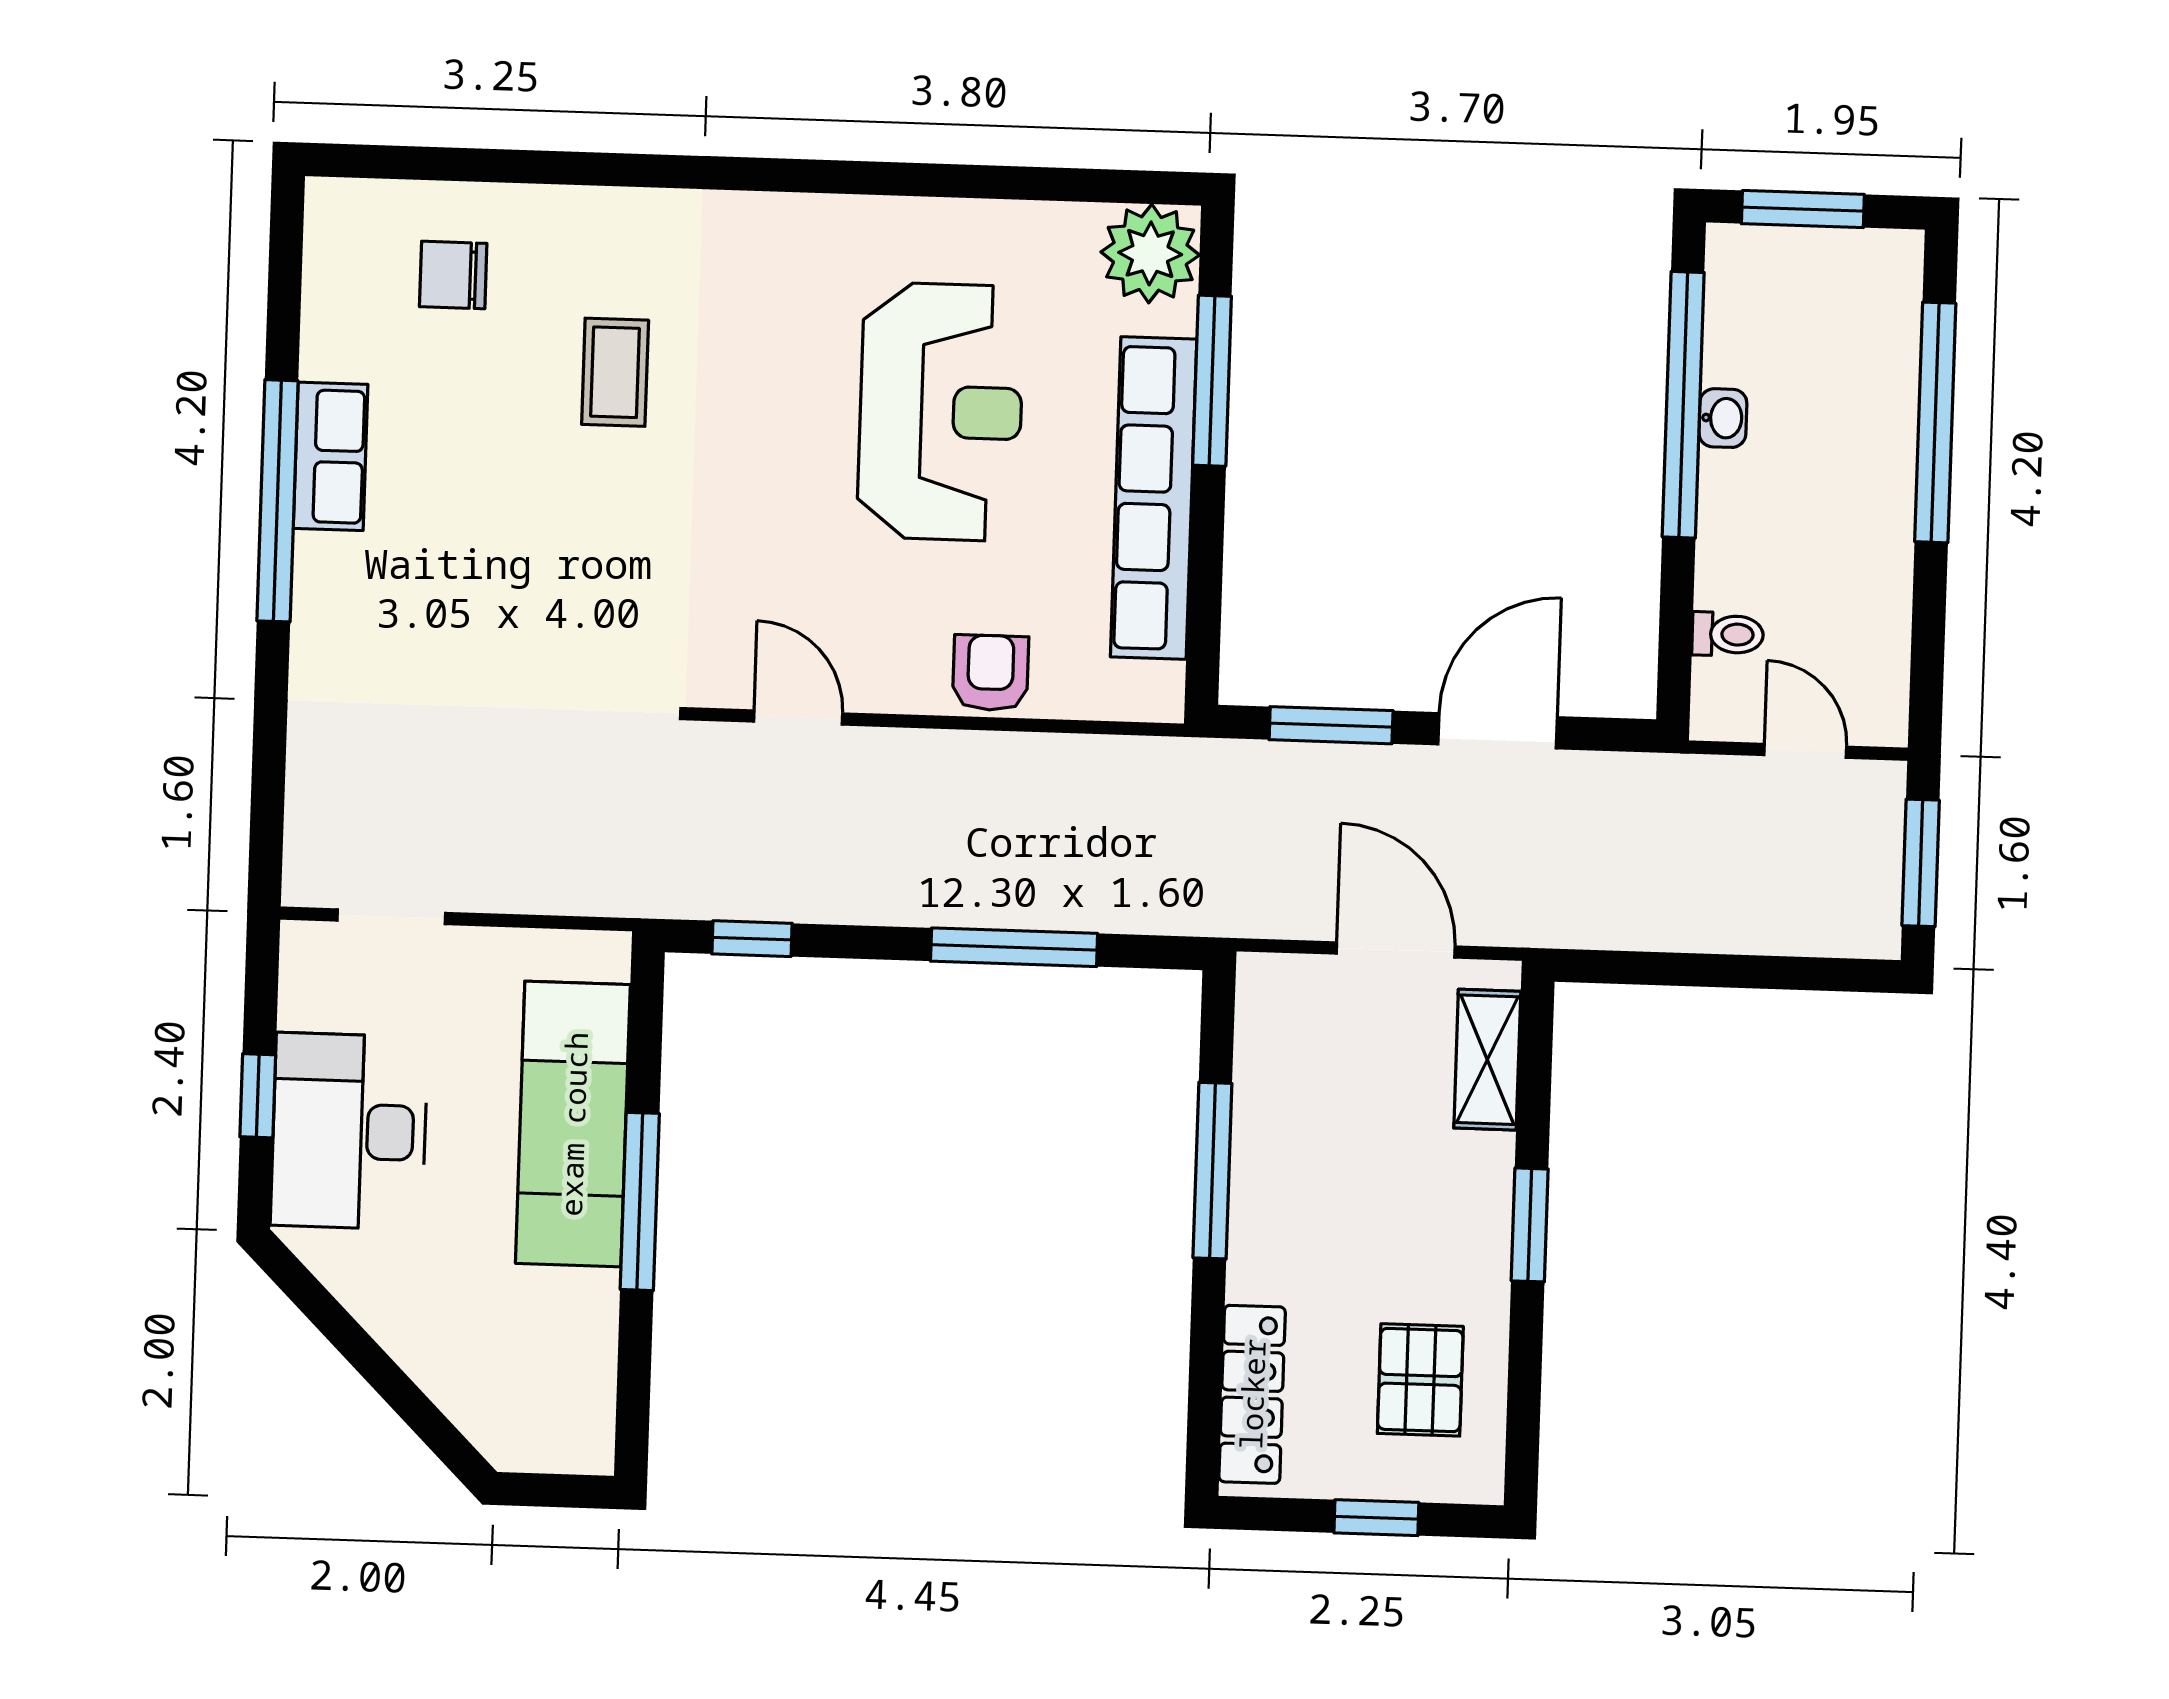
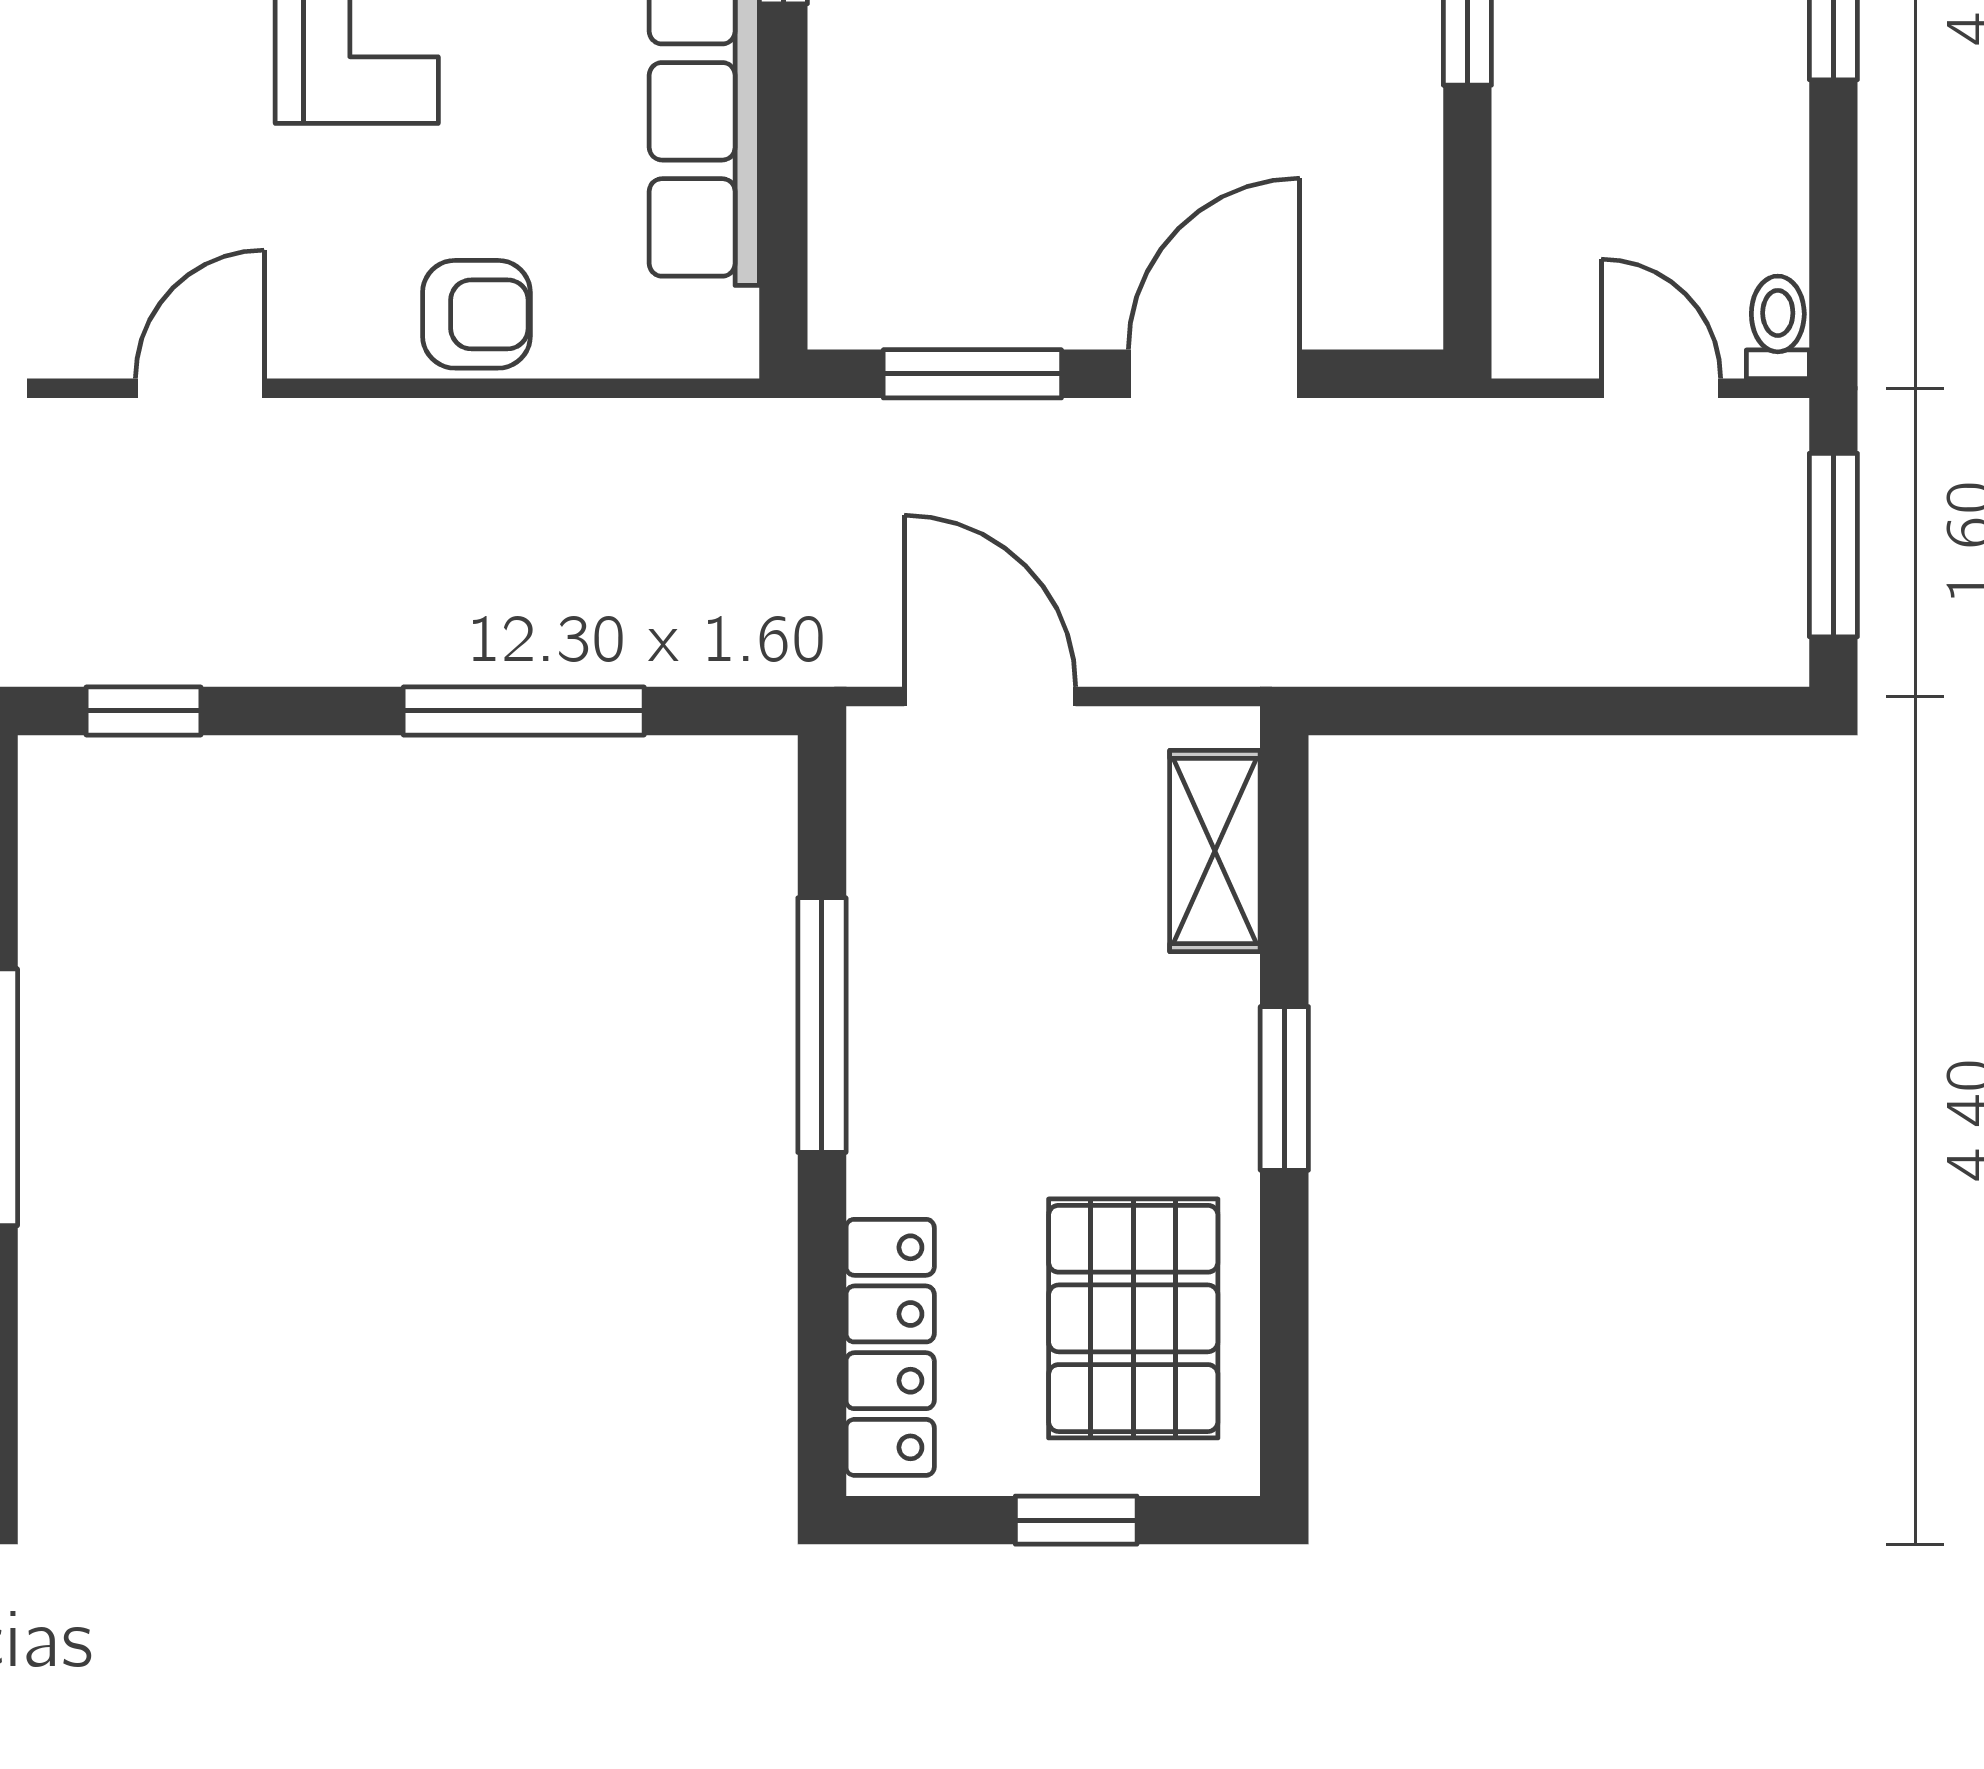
toilet: (1728, 634) -> (1778, 327), moved, turned -90
armchair: (991, 673) -> (476, 314), turned 90
door: (798, 717) -> (200, 388), hinge flipped
door: (1396, 950) -> (990, 697), moved
pallet: (1420, 1380) -> (1133, 1318), width x1.50, depth x1.42

